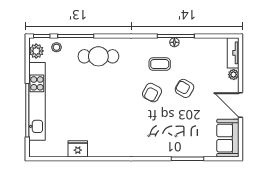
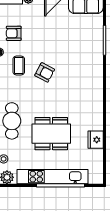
armchair: (185, 88) -> (14, 33), moved, turned 60
dining table: (84, 100) -> (51, 134), added

